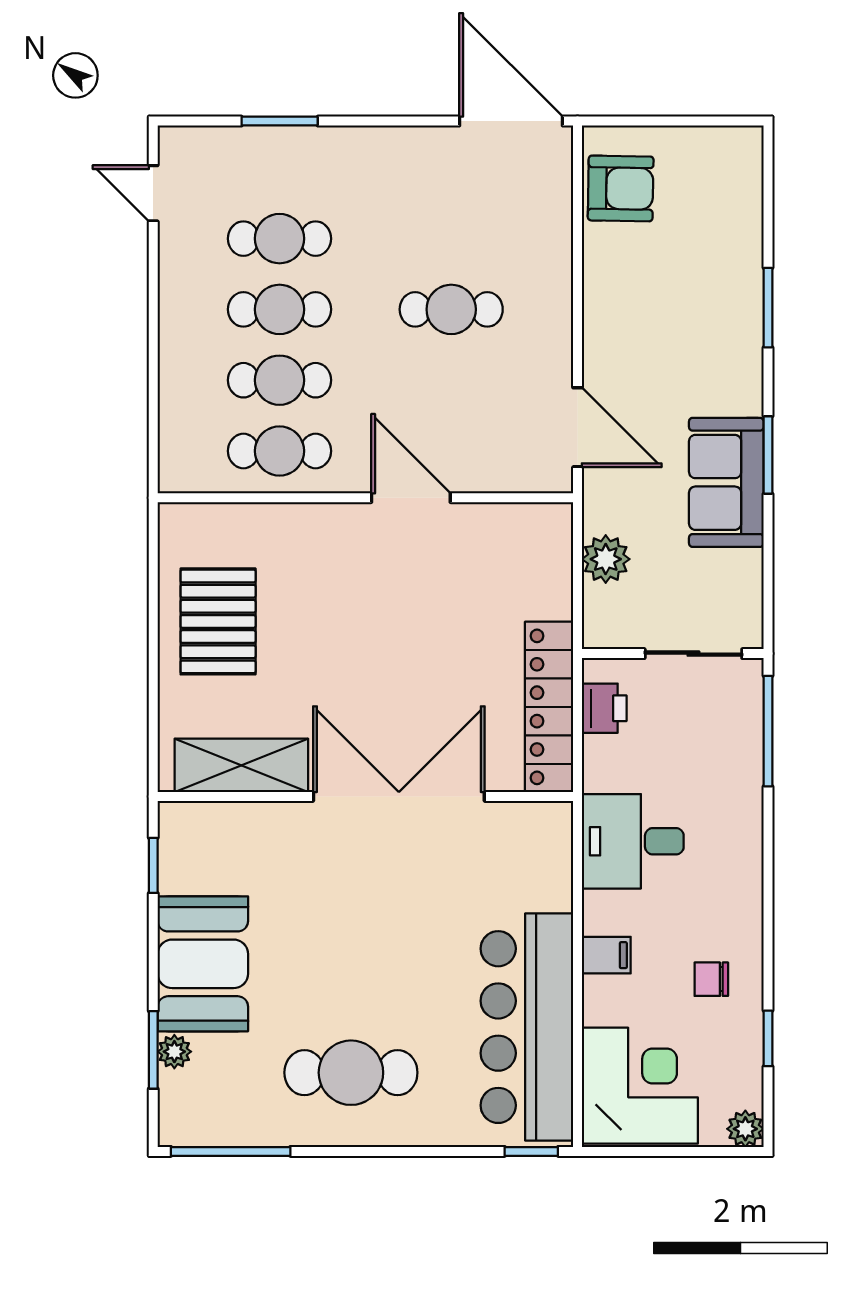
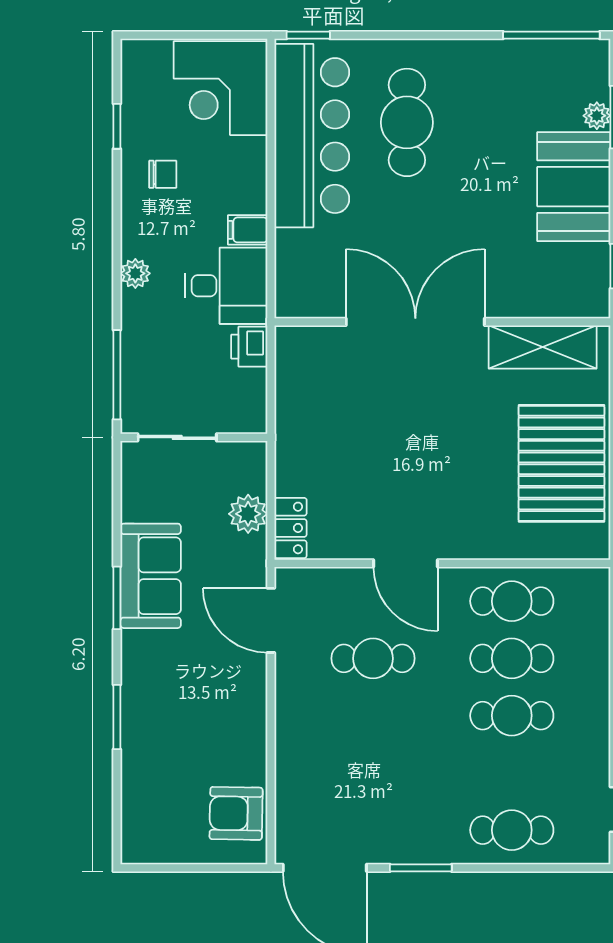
window: (280, 121) -> (421, 868), moved
cafe table: (280, 239) -> (512, 830), moved
cafe table: (451, 309) -> (373, 658), moved
pallet: (218, 621) -> (561, 463), width x1.37, depth x1.41
locker: (549, 707) -> (291, 528), moved, width x0.46, depth x0.83
printer: (604, 708) -> (249, 347), moved
double door: (399, 796) -> (415, 322), swing flipped
filing cabinet: (606, 955) -> (248, 230), moved
cafe table: (351, 1073) -> (407, 122), moved, turned 90
plant: (745, 1129) -> (135, 273), moved

